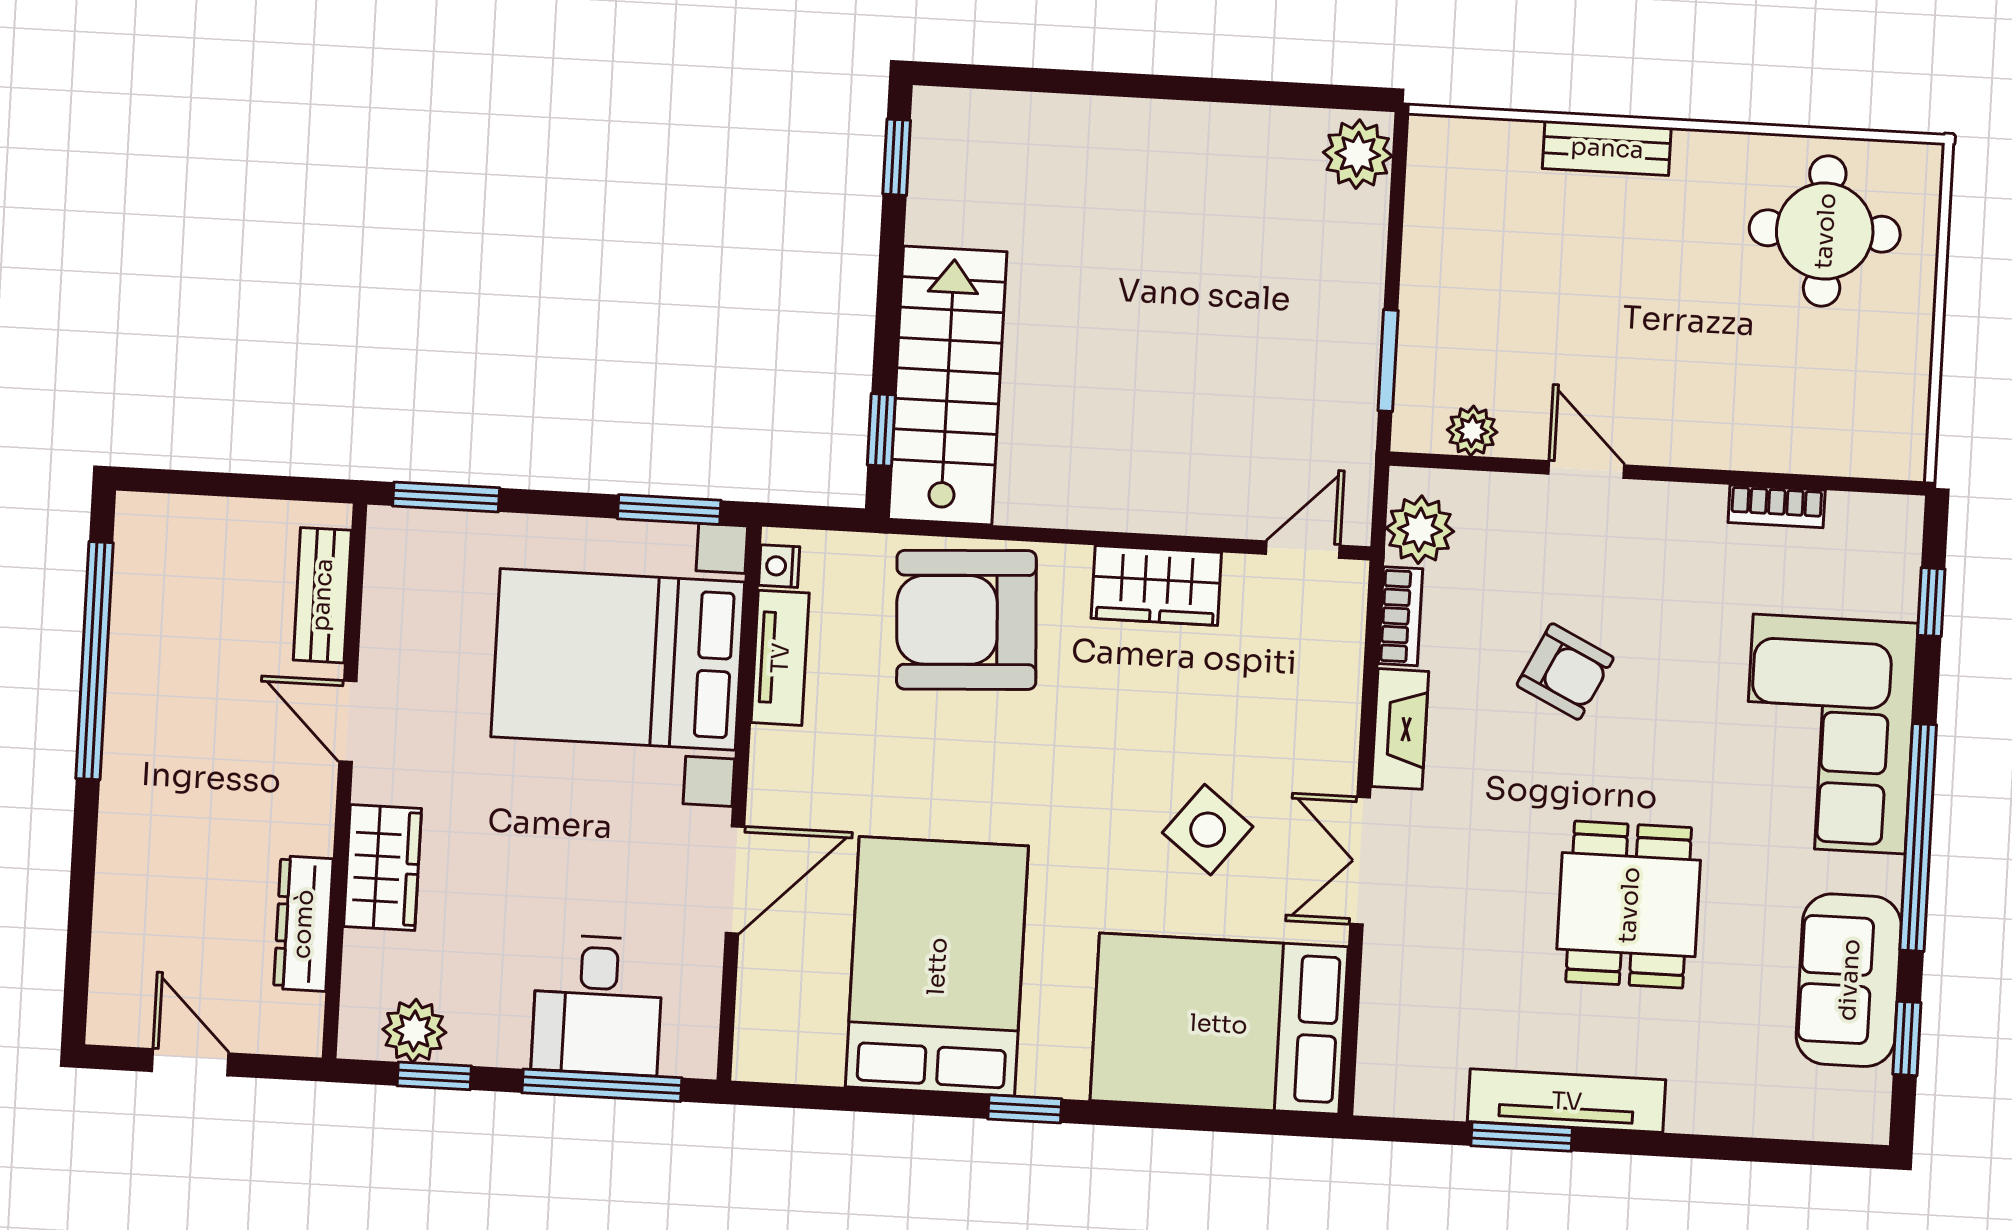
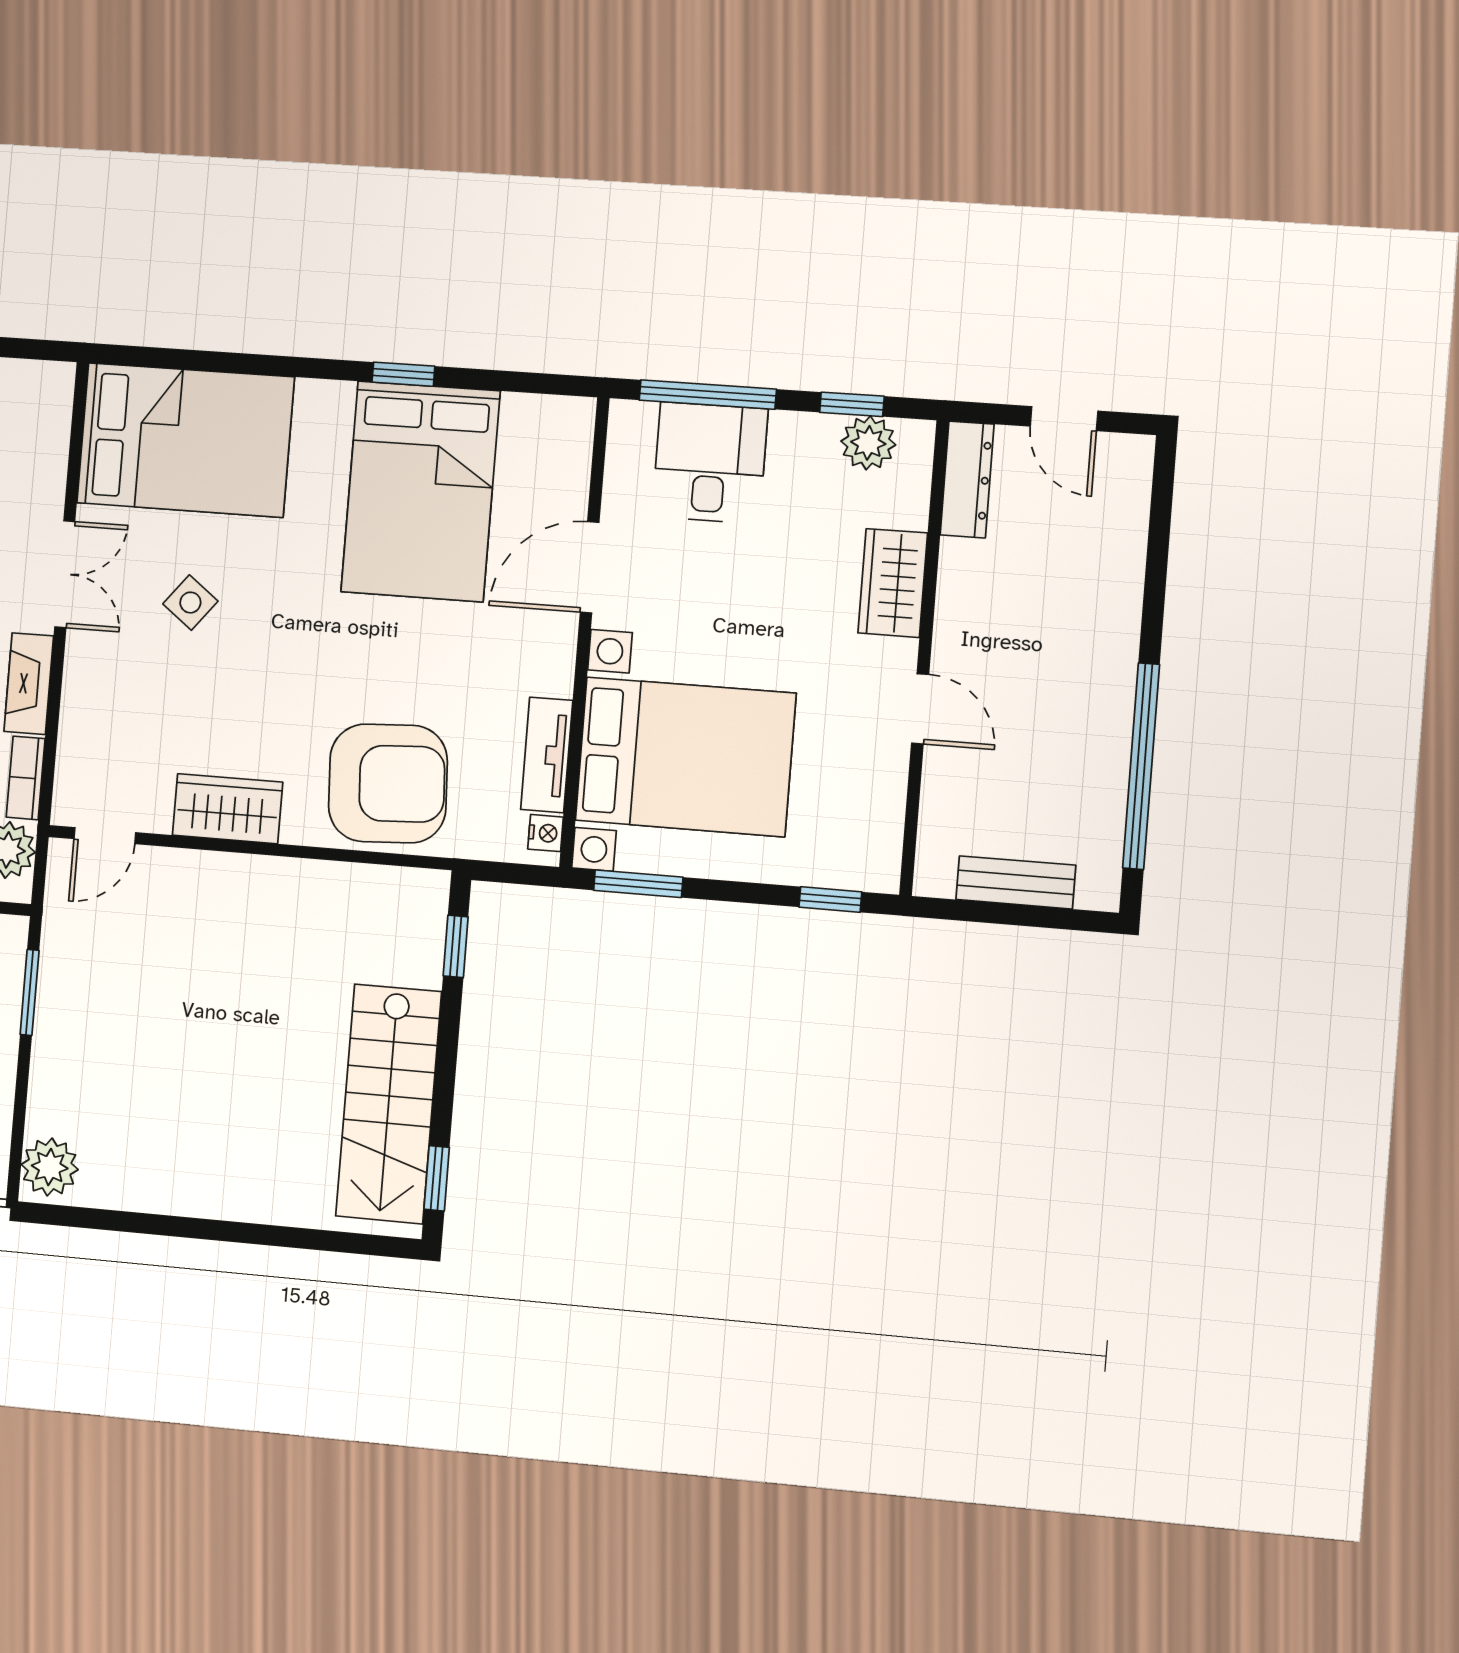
stairs: (948, 385) -> (389, 1104), moved
window: (446, 497) -> (830, 900), width x0.67
bench: (322, 595) -> (1016, 882), moved, turned 90
side table: (1208, 830) -> (190, 603), width x0.73, depth x0.73
dresser: (303, 924) -> (967, 480), moved
window: (1025, 1109) -> (403, 374), moved

